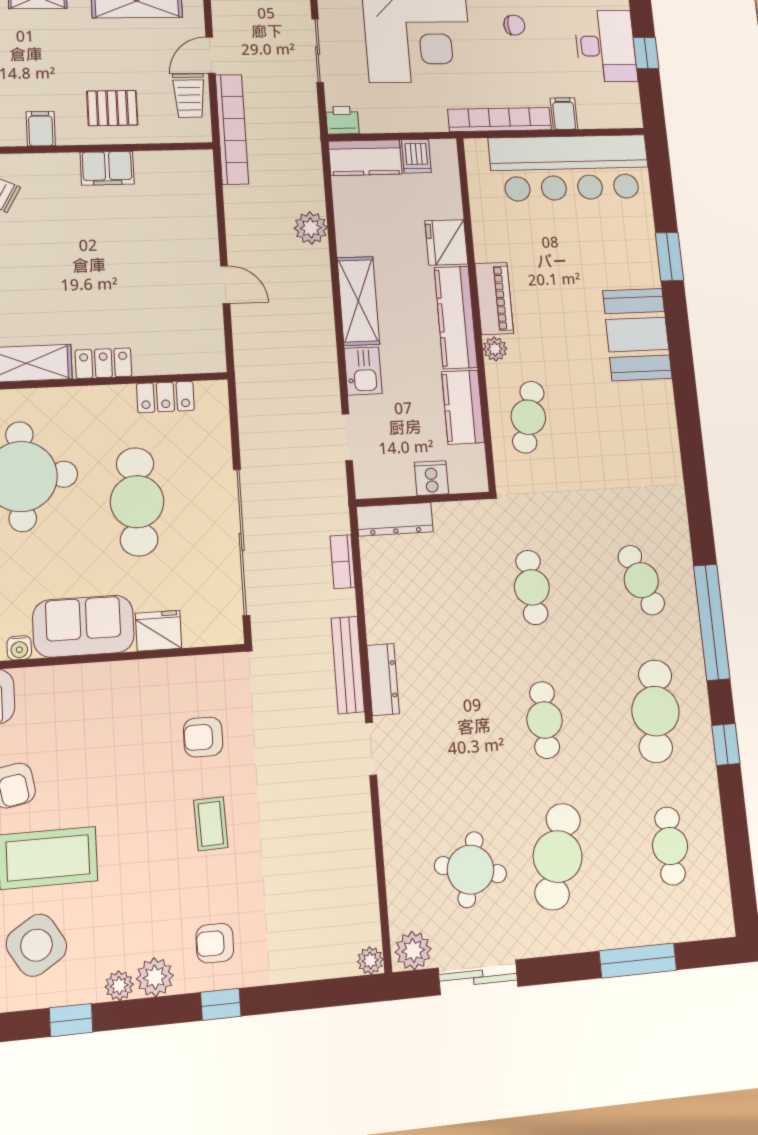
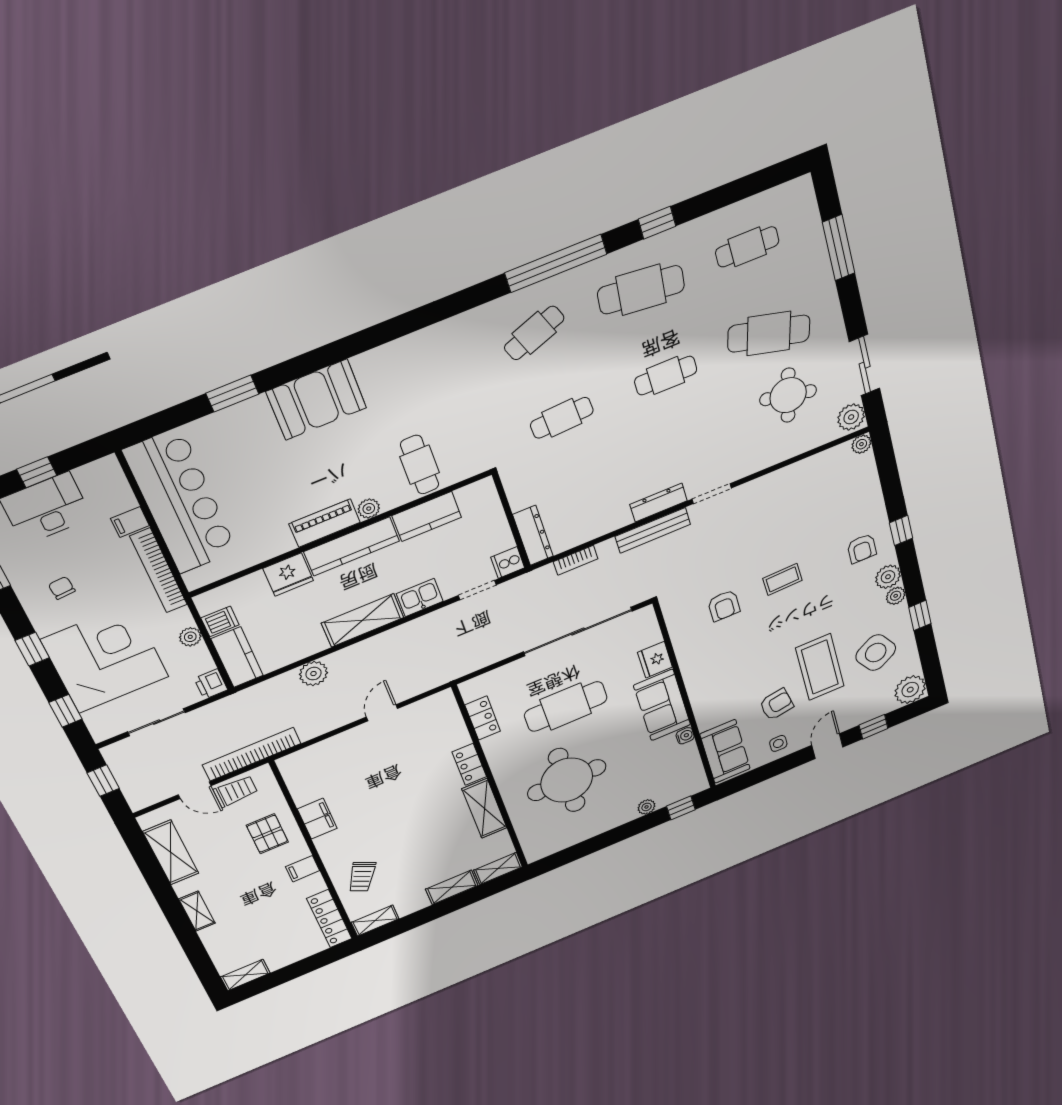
plant: (410, 121) -> (190, 637), added
cafe table: (528, 417) -> (420, 465), turned 76
cooker: (431, 478) -> (508, 562), moved

